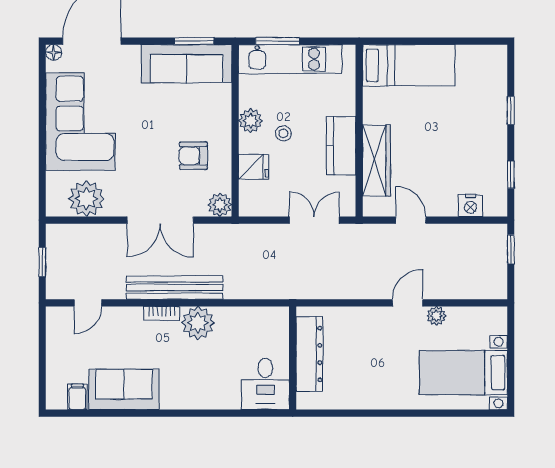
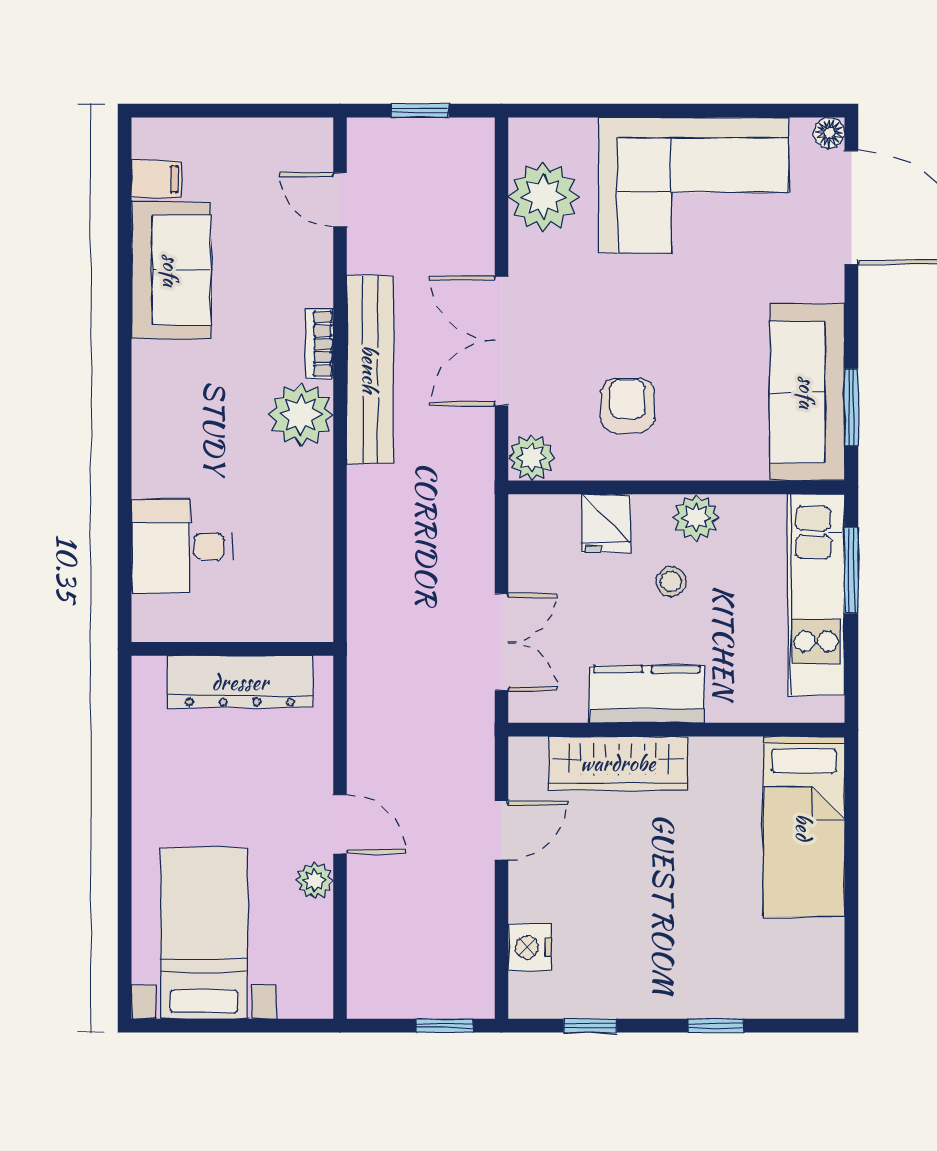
dresser: (309, 354) -> (240, 682), moved
wall: (293, 358) -> (232, 649), moved

